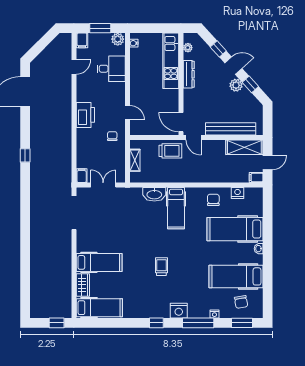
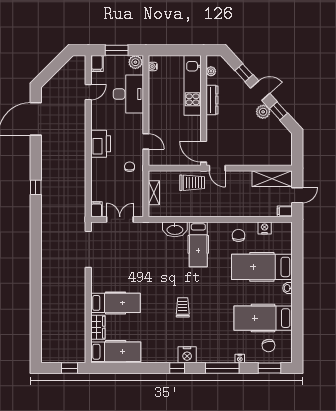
desk: (111, 69) -> (128, 94), width x1.37
bench: (231, 129) -> (257, 159), removed
nightstand: (179, 311) -> (187, 355), moved

